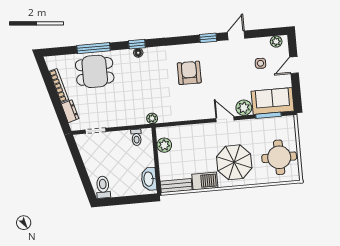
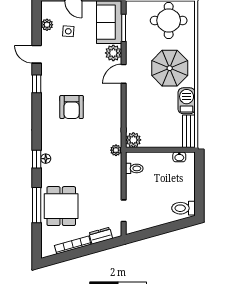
plant: (276, 42) -> (47, 25), moved
armchair: (189, 73) -> (72, 107), turned -90
plant: (164, 145) -> (133, 140), moved
washbasin: (149, 179) -> (179, 157), width x0.52, depth x0.69

